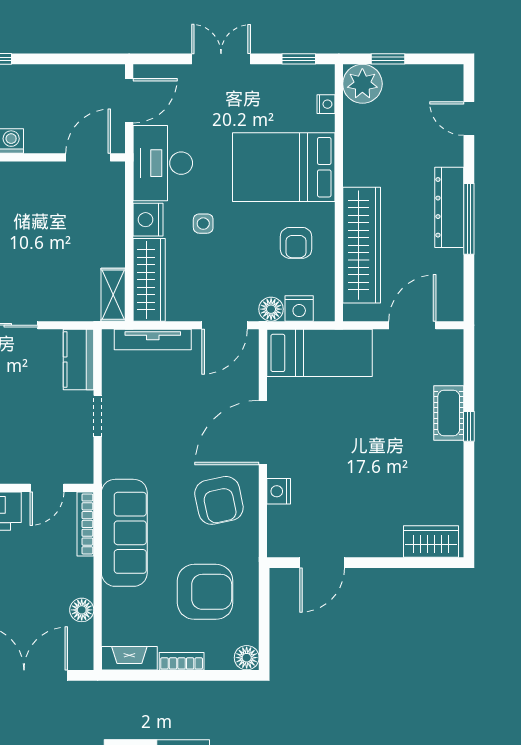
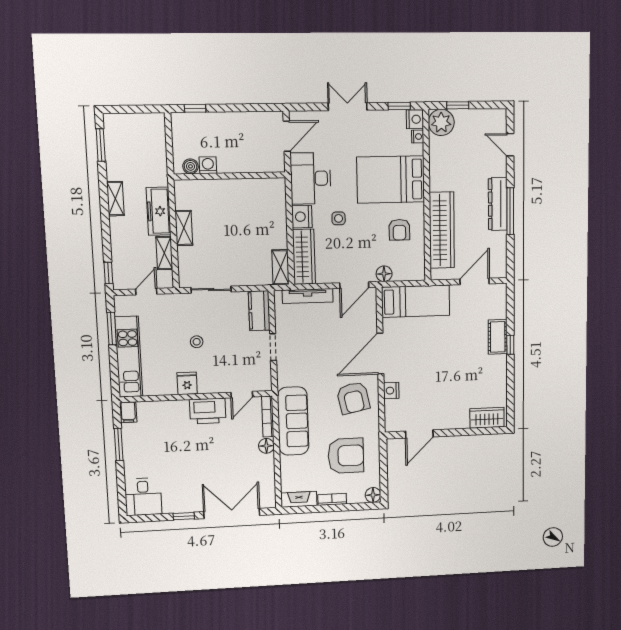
door: (88, 157) -> (261, 175), removed
nightstand: (299, 309) -> (415, 119), moved, turned -90
floor lamp: (82, 610) -> (266, 446), moved

